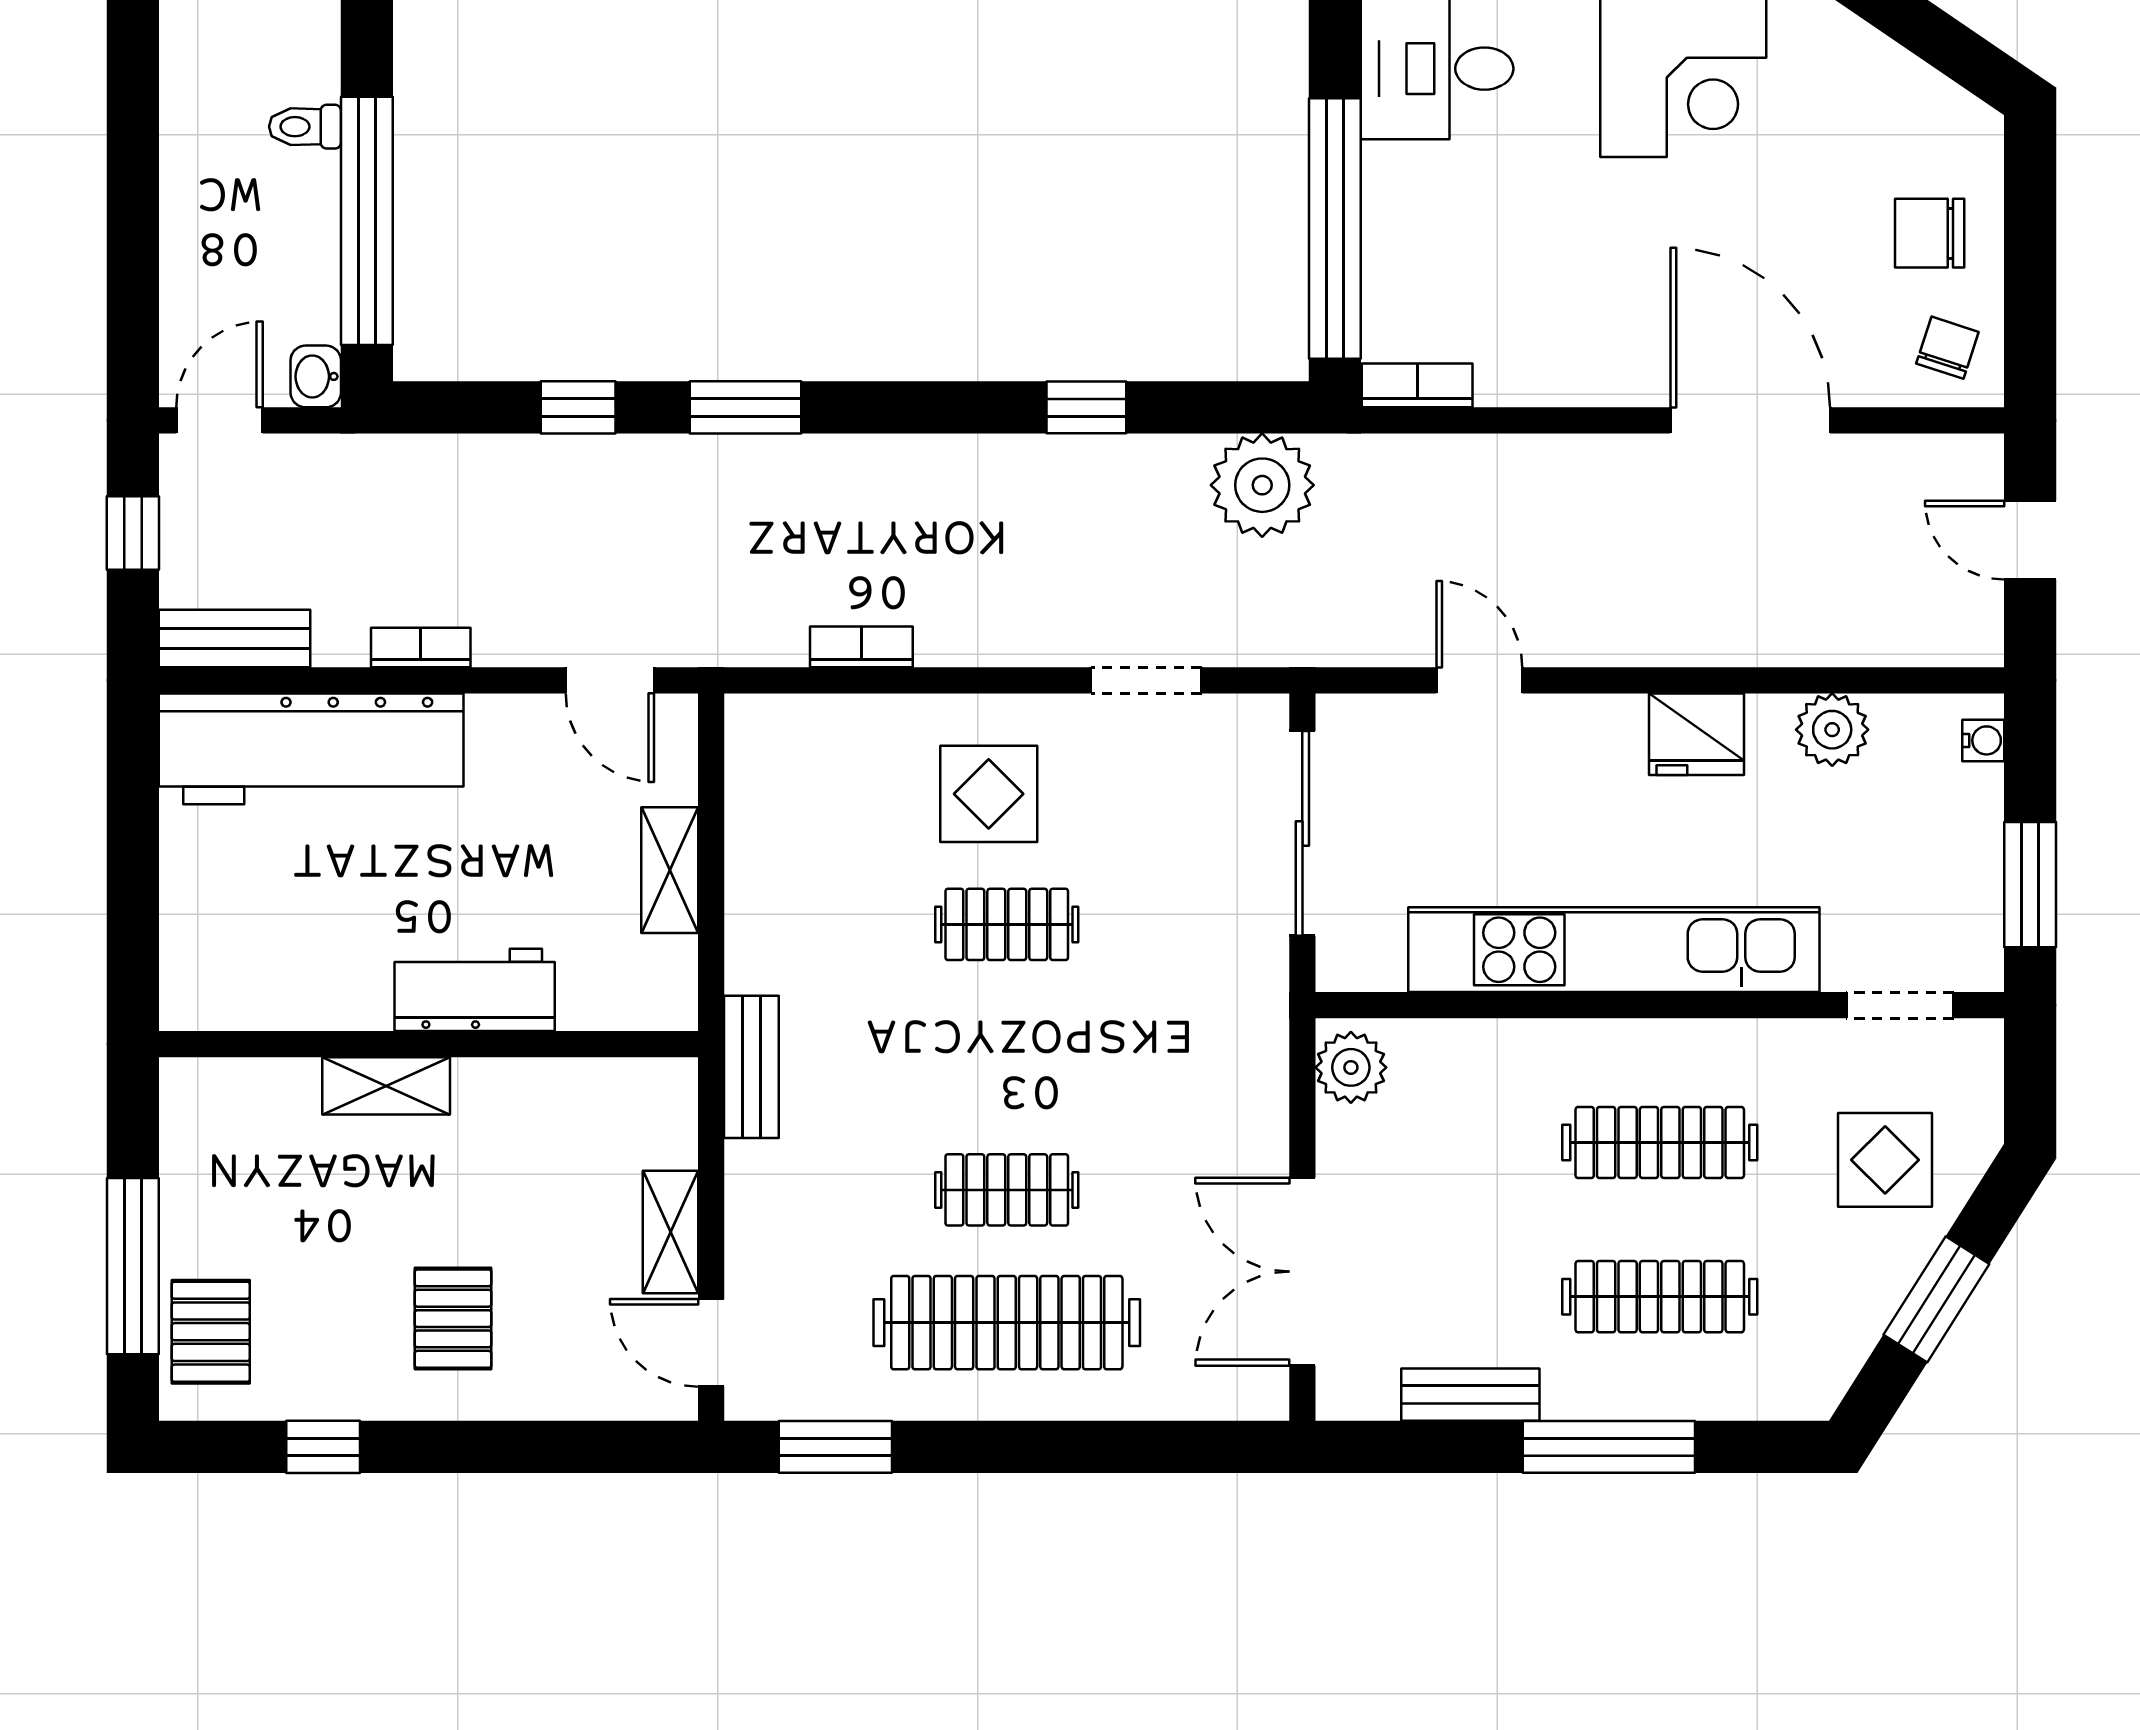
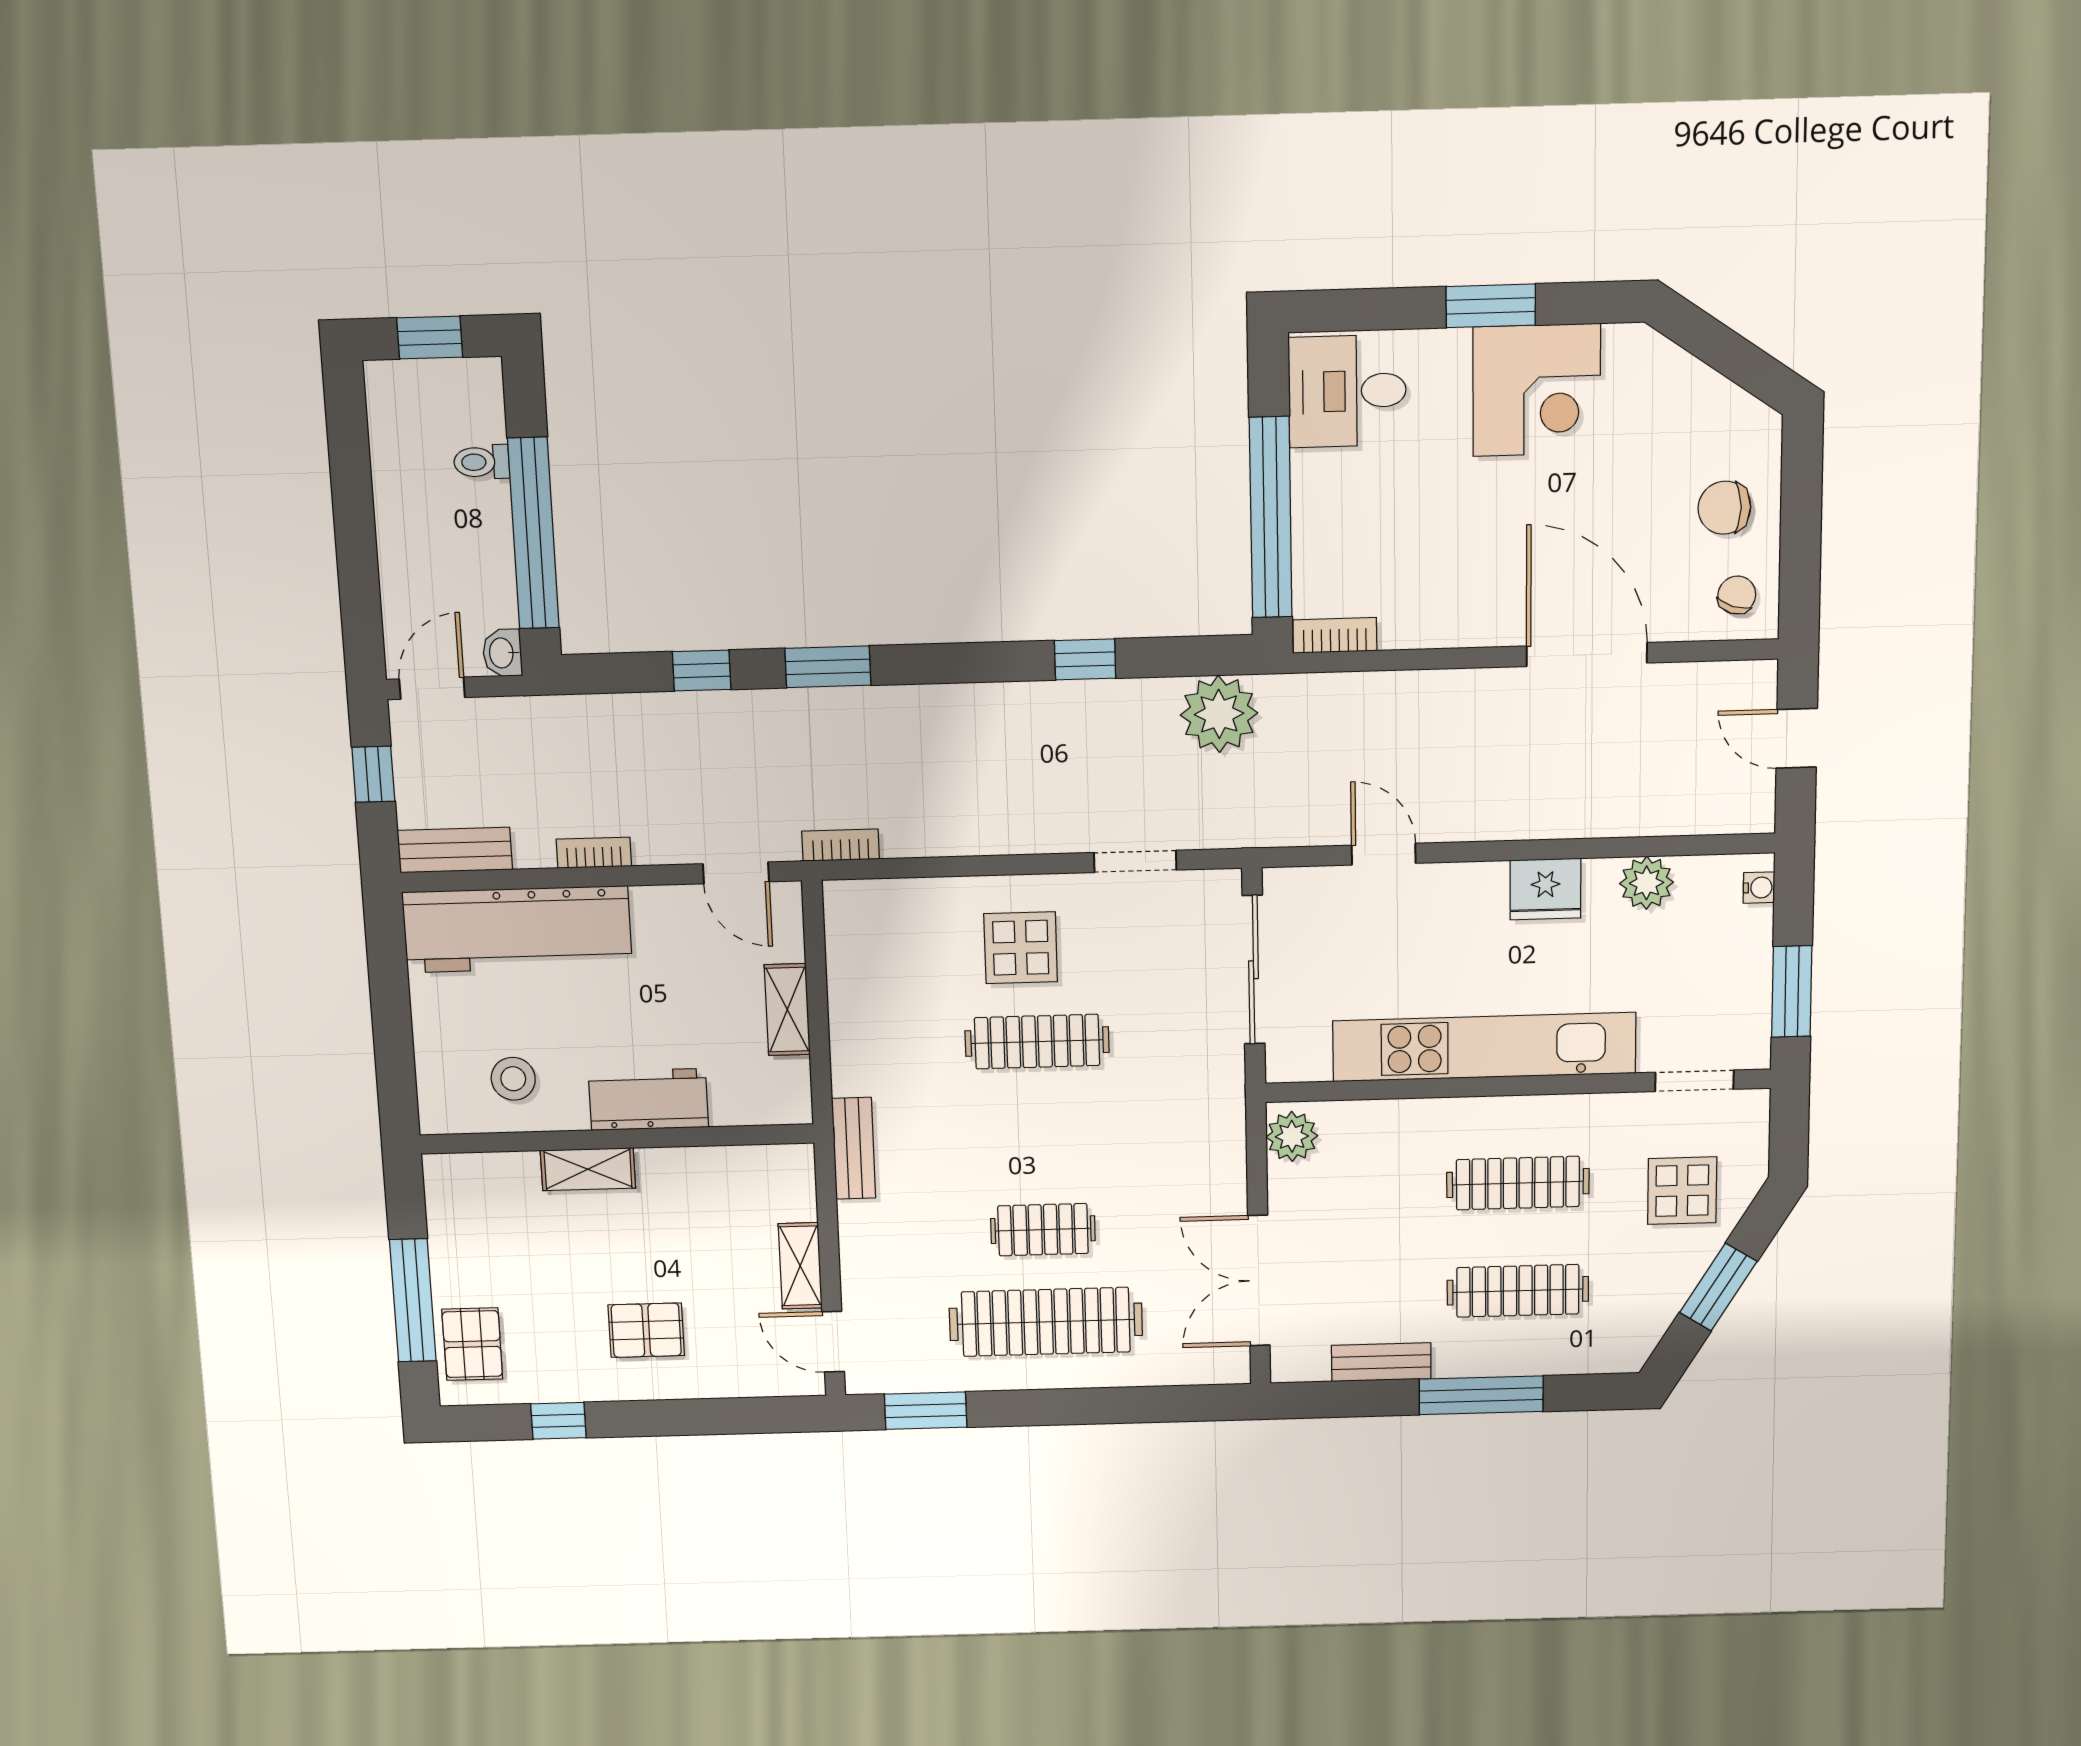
bookcase: (861, 647) -> (841, 845), moved
clothes rail: (1007, 924) -> (1037, 1042), width x1.36
stool: (292, 955) -> (513, 1079), added
pallet: (453, 1319) -> (646, 1330), turned 90

